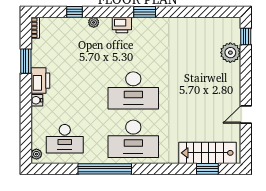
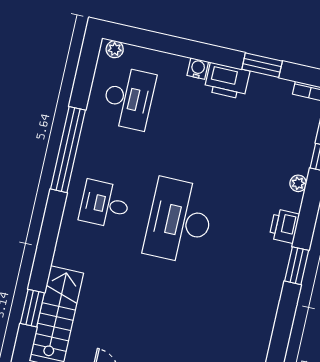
desk: (65, 139) -> (129, 98), turned 180
desk: (133, 139) -> (105, 204), width x0.53, depth x0.77

